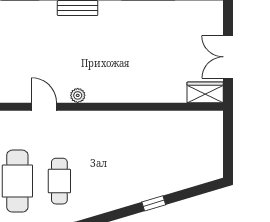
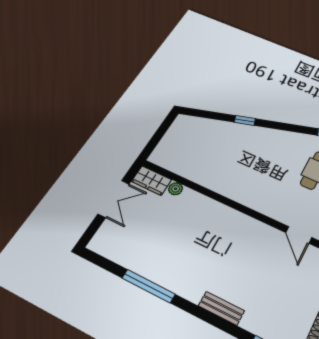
plant: (78, 95) -> (176, 189), moved

